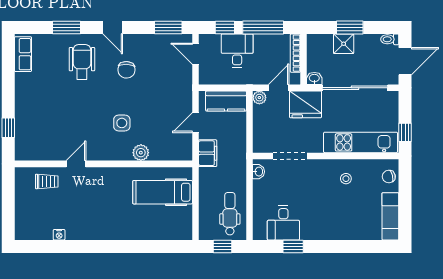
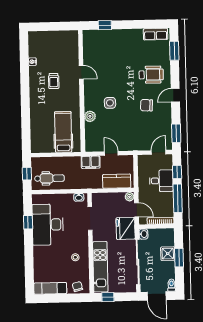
window: (66, 27) -> (174, 51), moved
kitchen counter: (226, 101) -> (117, 181), moved, turned 90
trolley: (47, 181) -> (54, 81), moved
desk: (283, 223) -> (48, 225), width x1.87, depth x1.30

